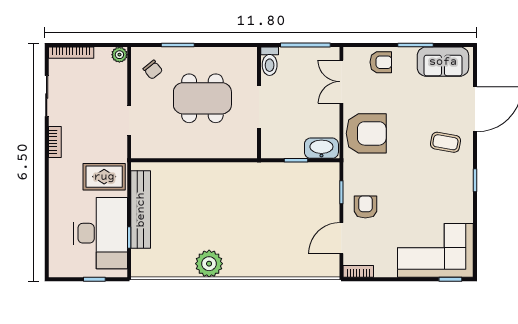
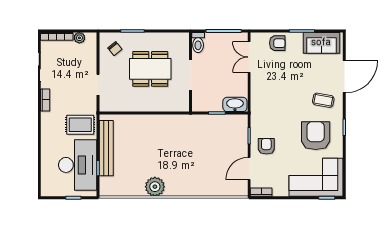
plant: (119, 55) -> (79, 38), moved
armchair: (366, 133) -> (316, 136), moved, turned -90

